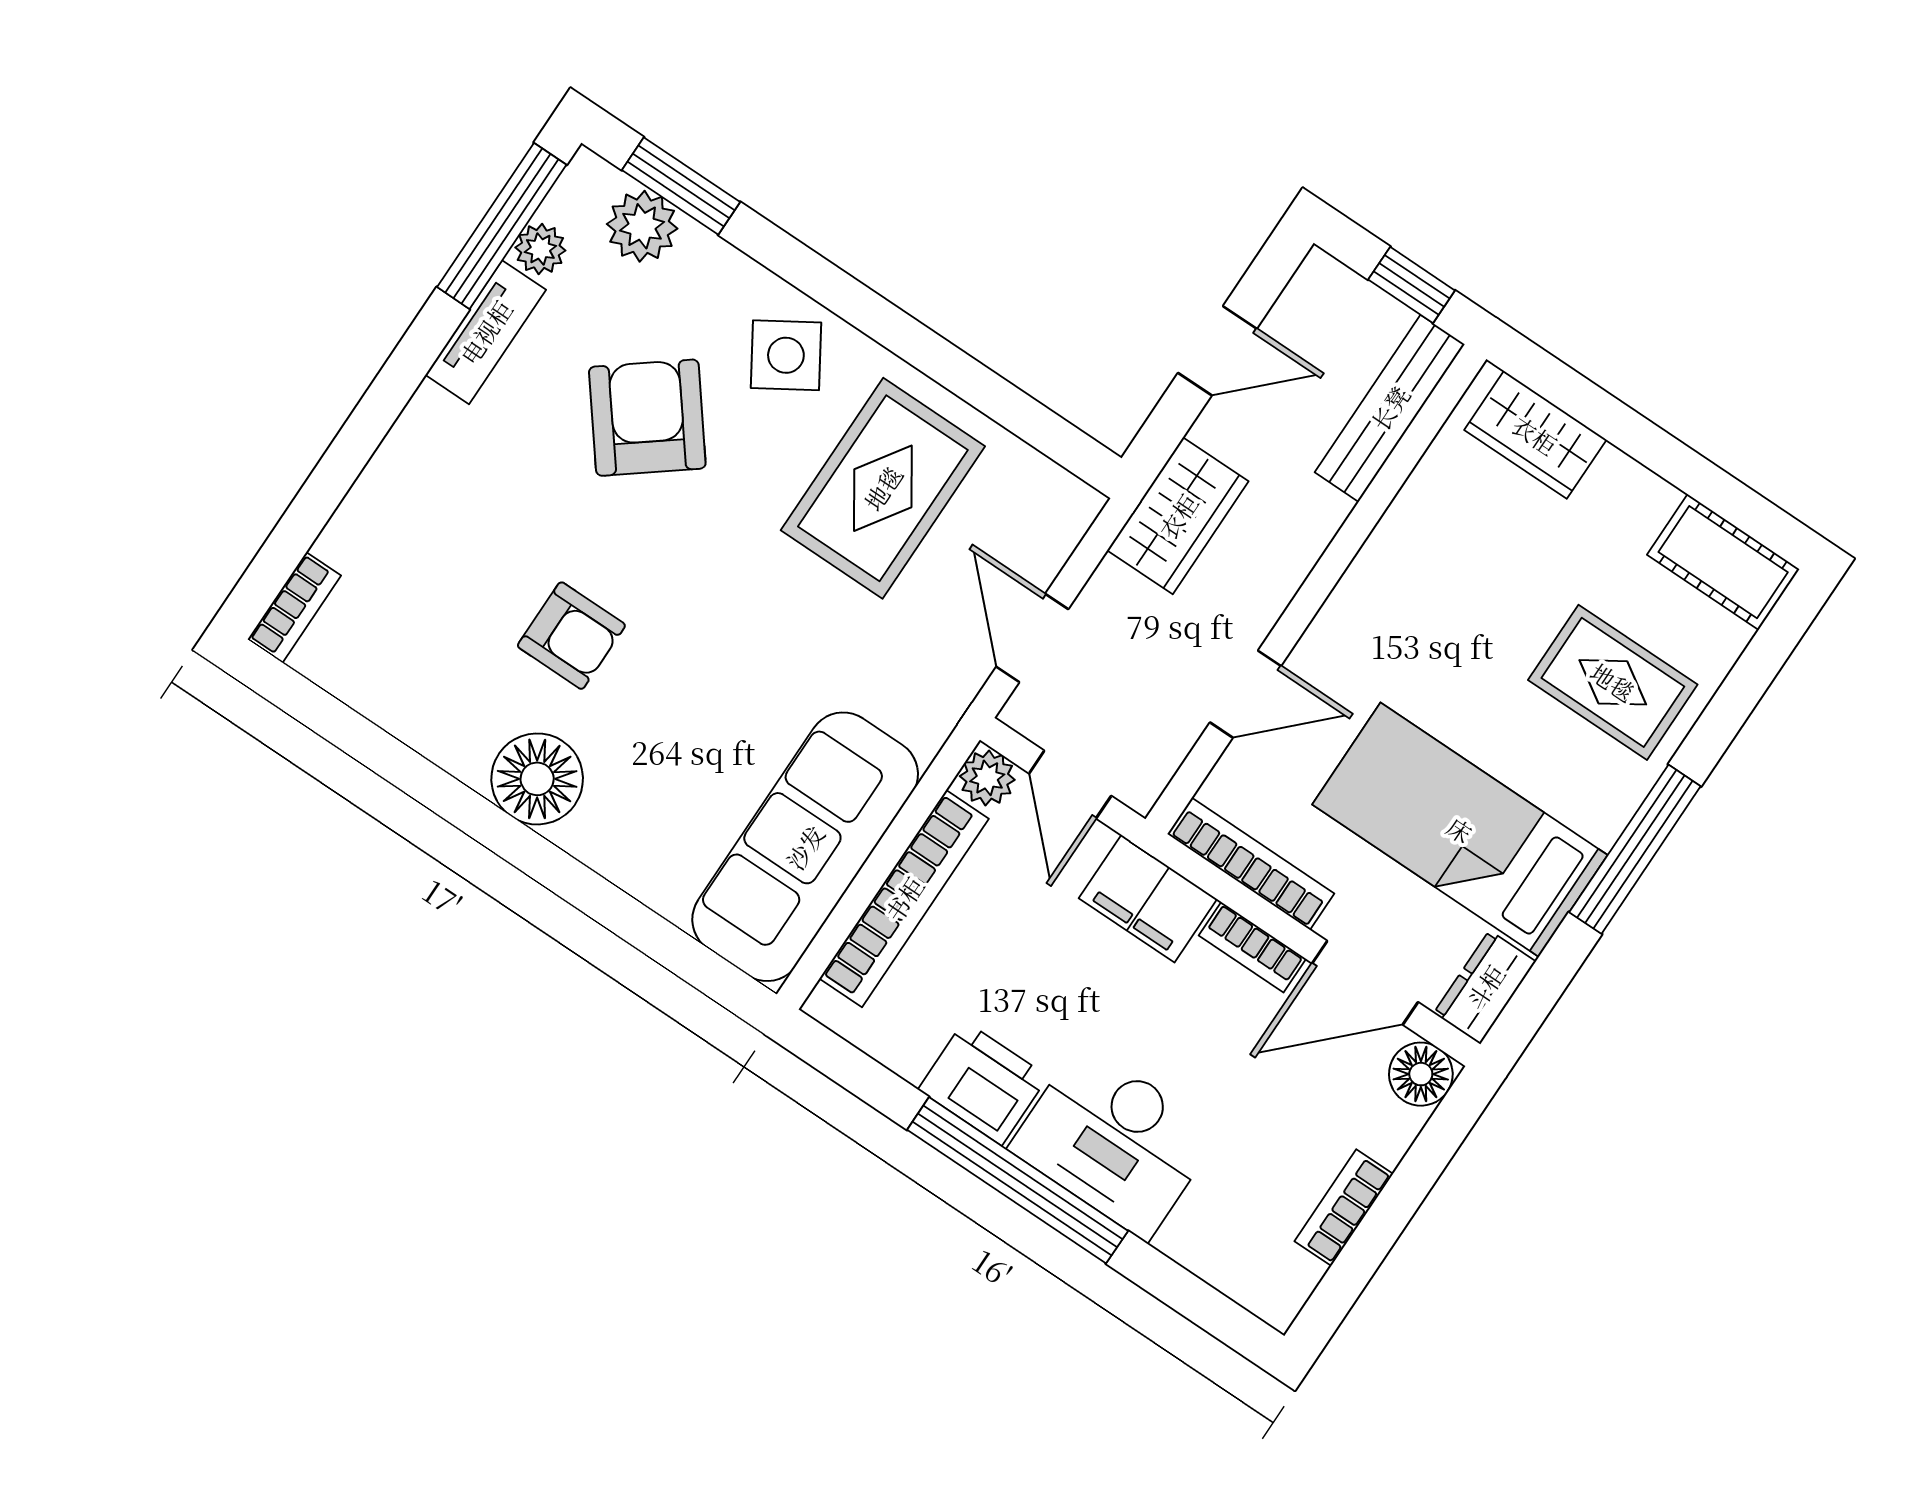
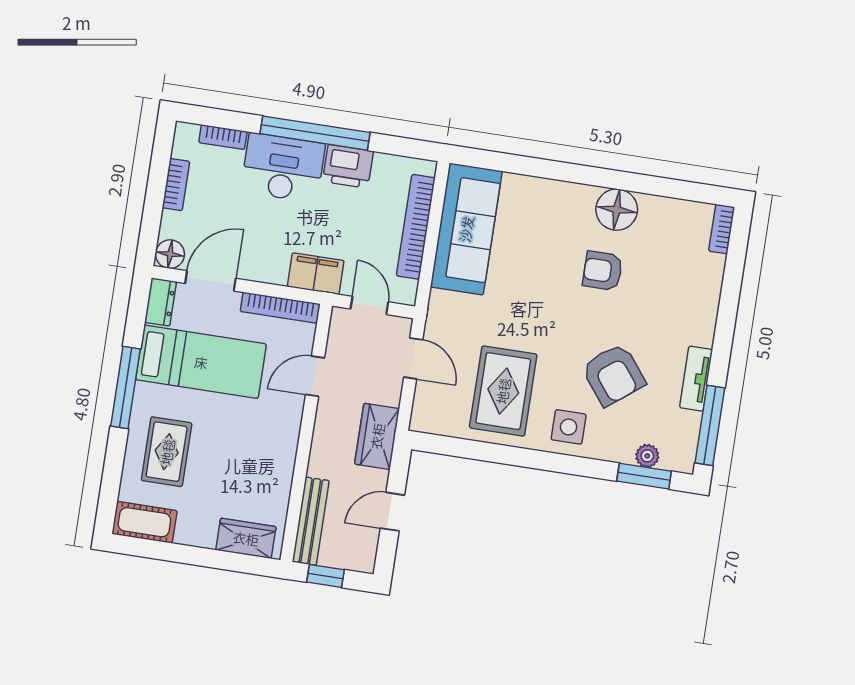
plant: (642, 226) -> (647, 456), width x0.73, depth x0.73
plant: (540, 249) -> (690, 423), removed
side table: (786, 355) -> (569, 427), turned 32
rug: (1613, 682) -> (167, 452), turned 90
plant: (987, 778) -> (405, 292), removed
floor lamp: (537, 779) -> (617, 210), moved
bookcase: (1252, 947) -> (223, 137), moved, turned 180

